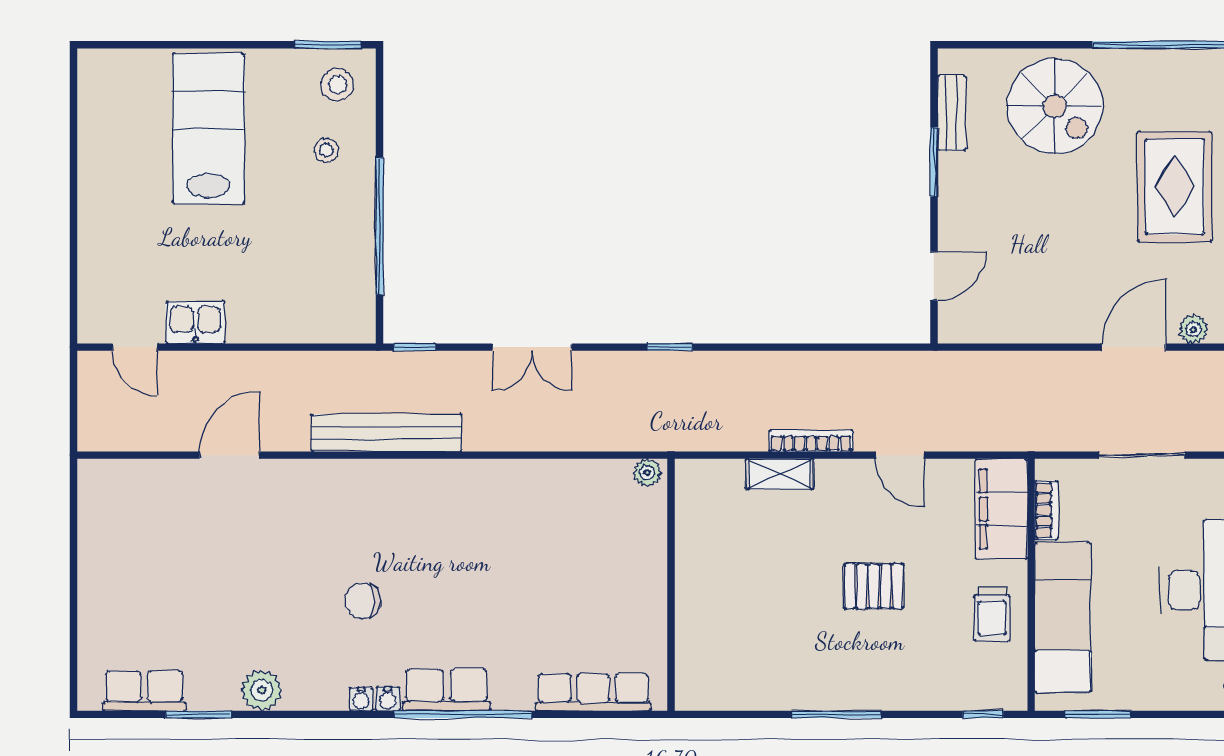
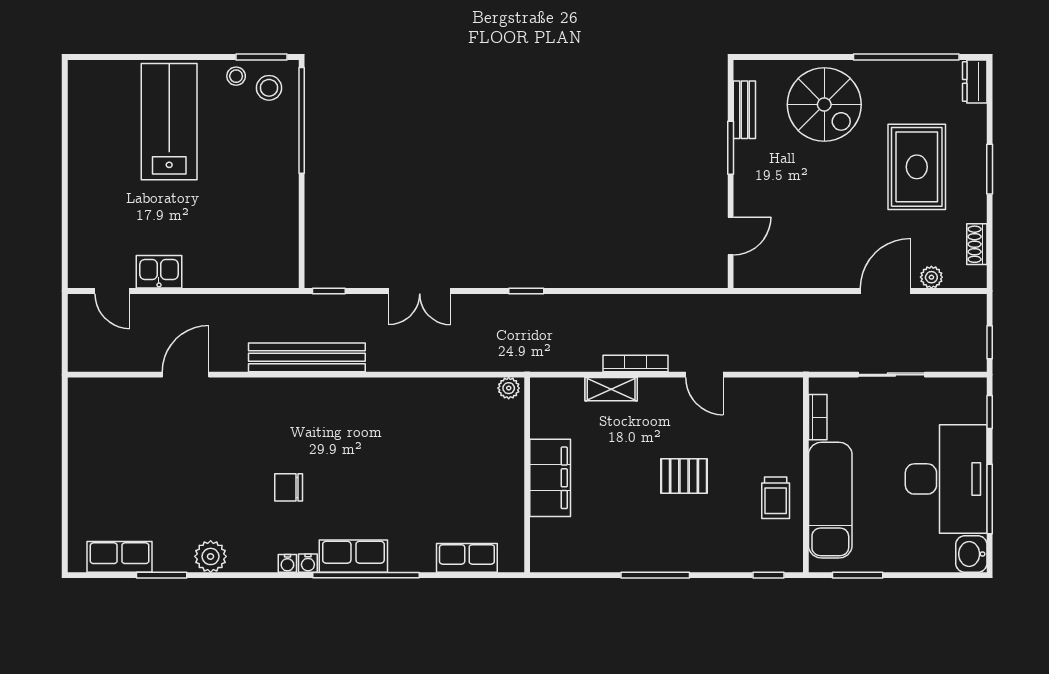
stool: (326, 150) -> (236, 76), moved
window: (379, 226) -> (302, 120), moved
filing cabinet: (1001, 509) -> (550, 478), moved, turned 180
row of seats: (593, 692) -> (467, 558), width x0.68

